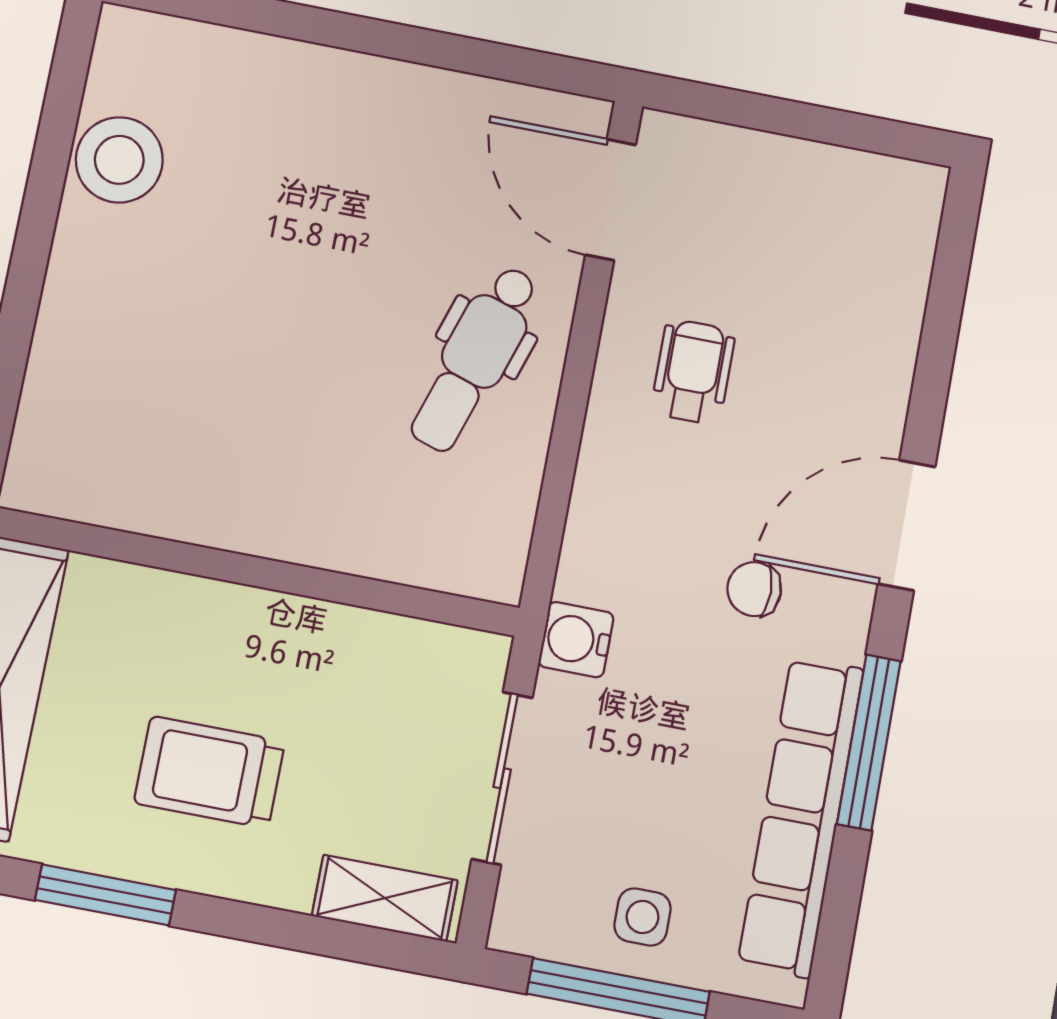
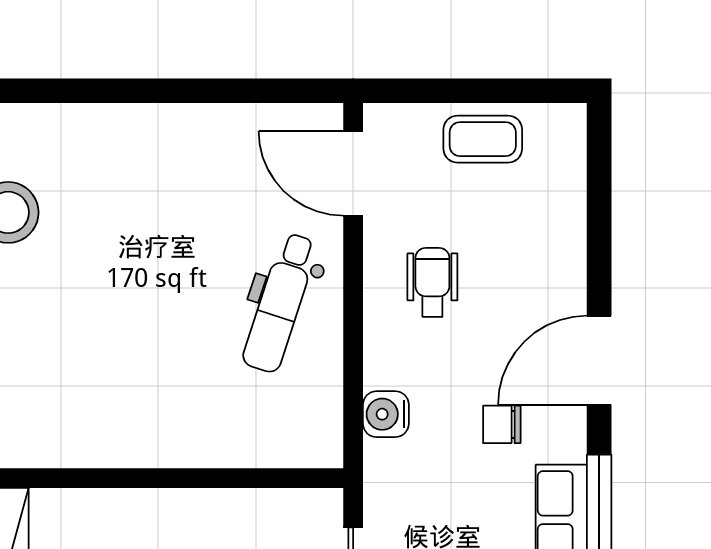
coffee table: (799, 188) -> (483, 139), added
water cooler: (576, 640) -> (386, 414), moved

